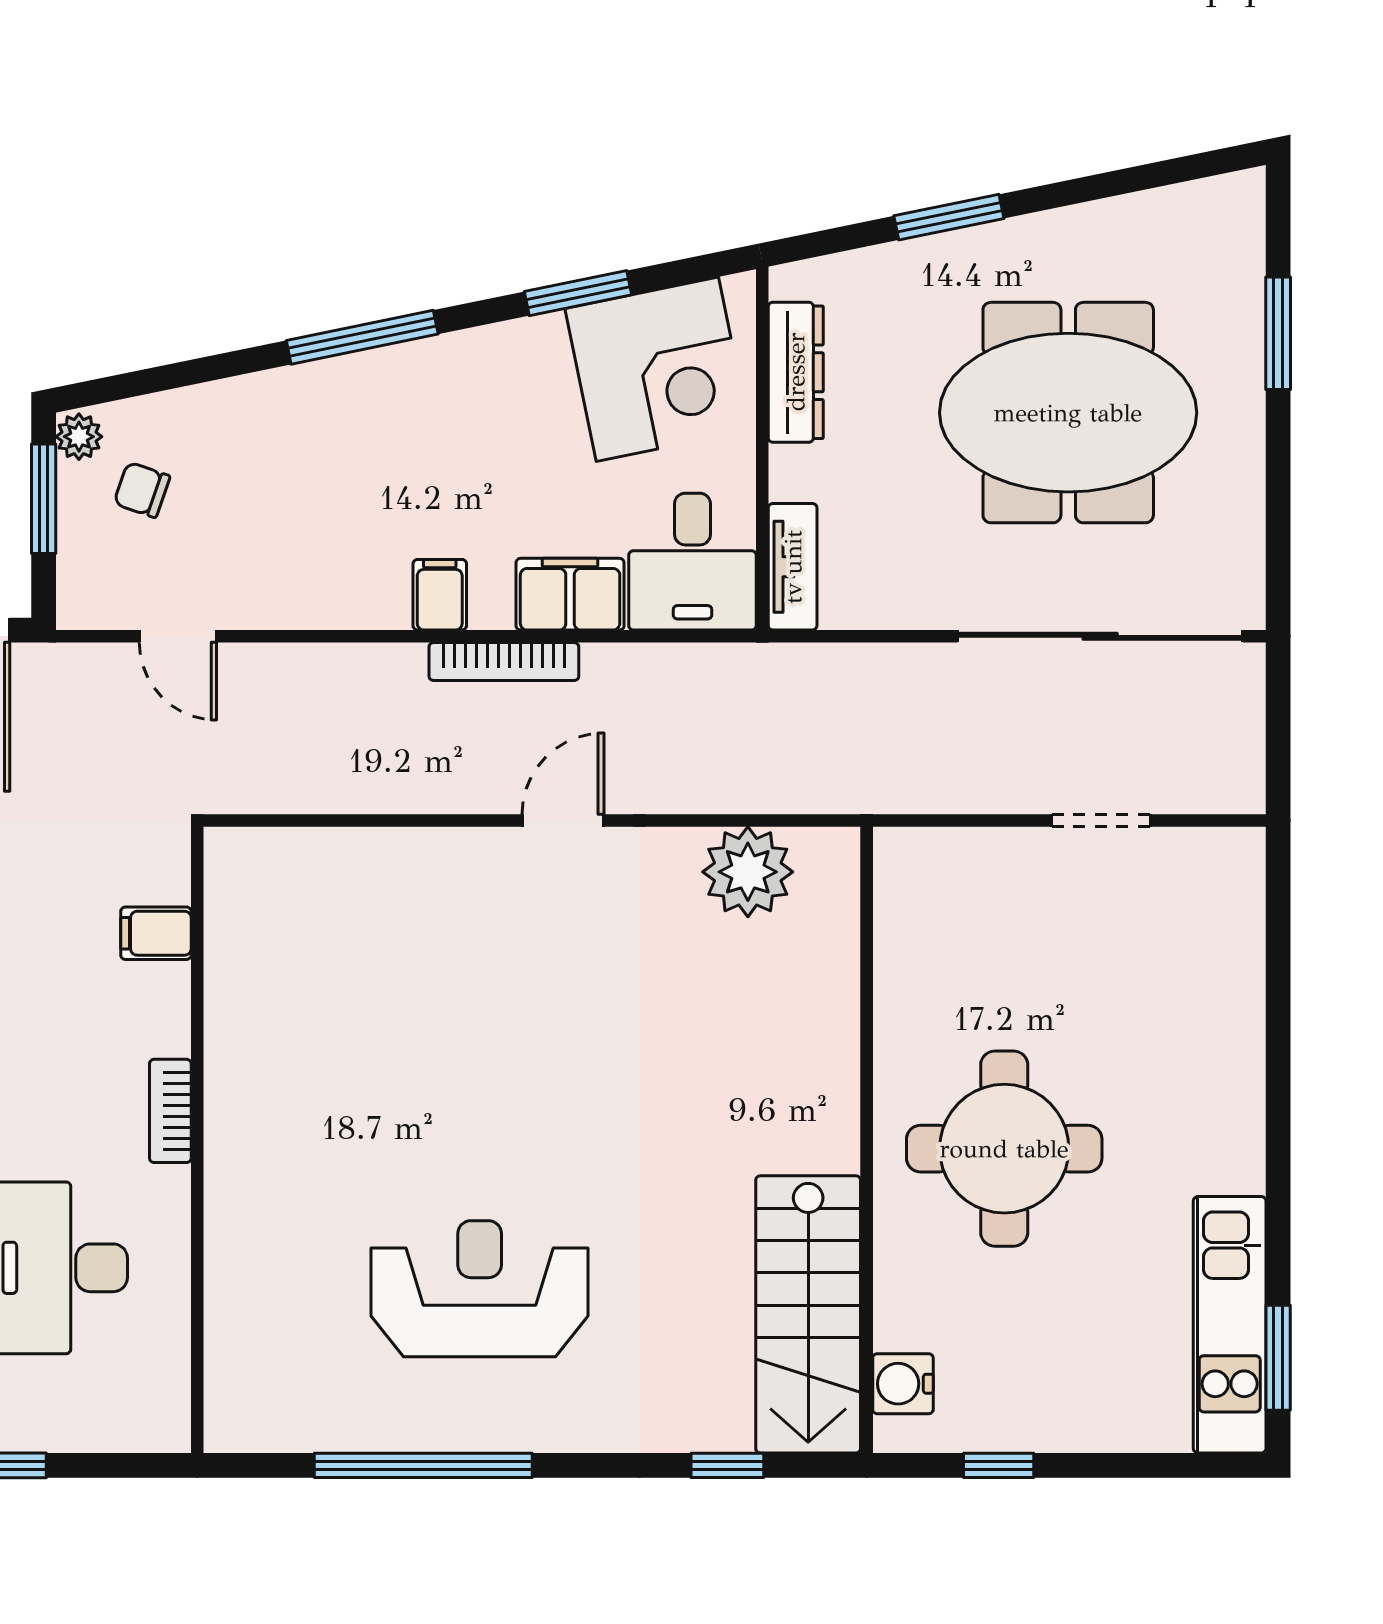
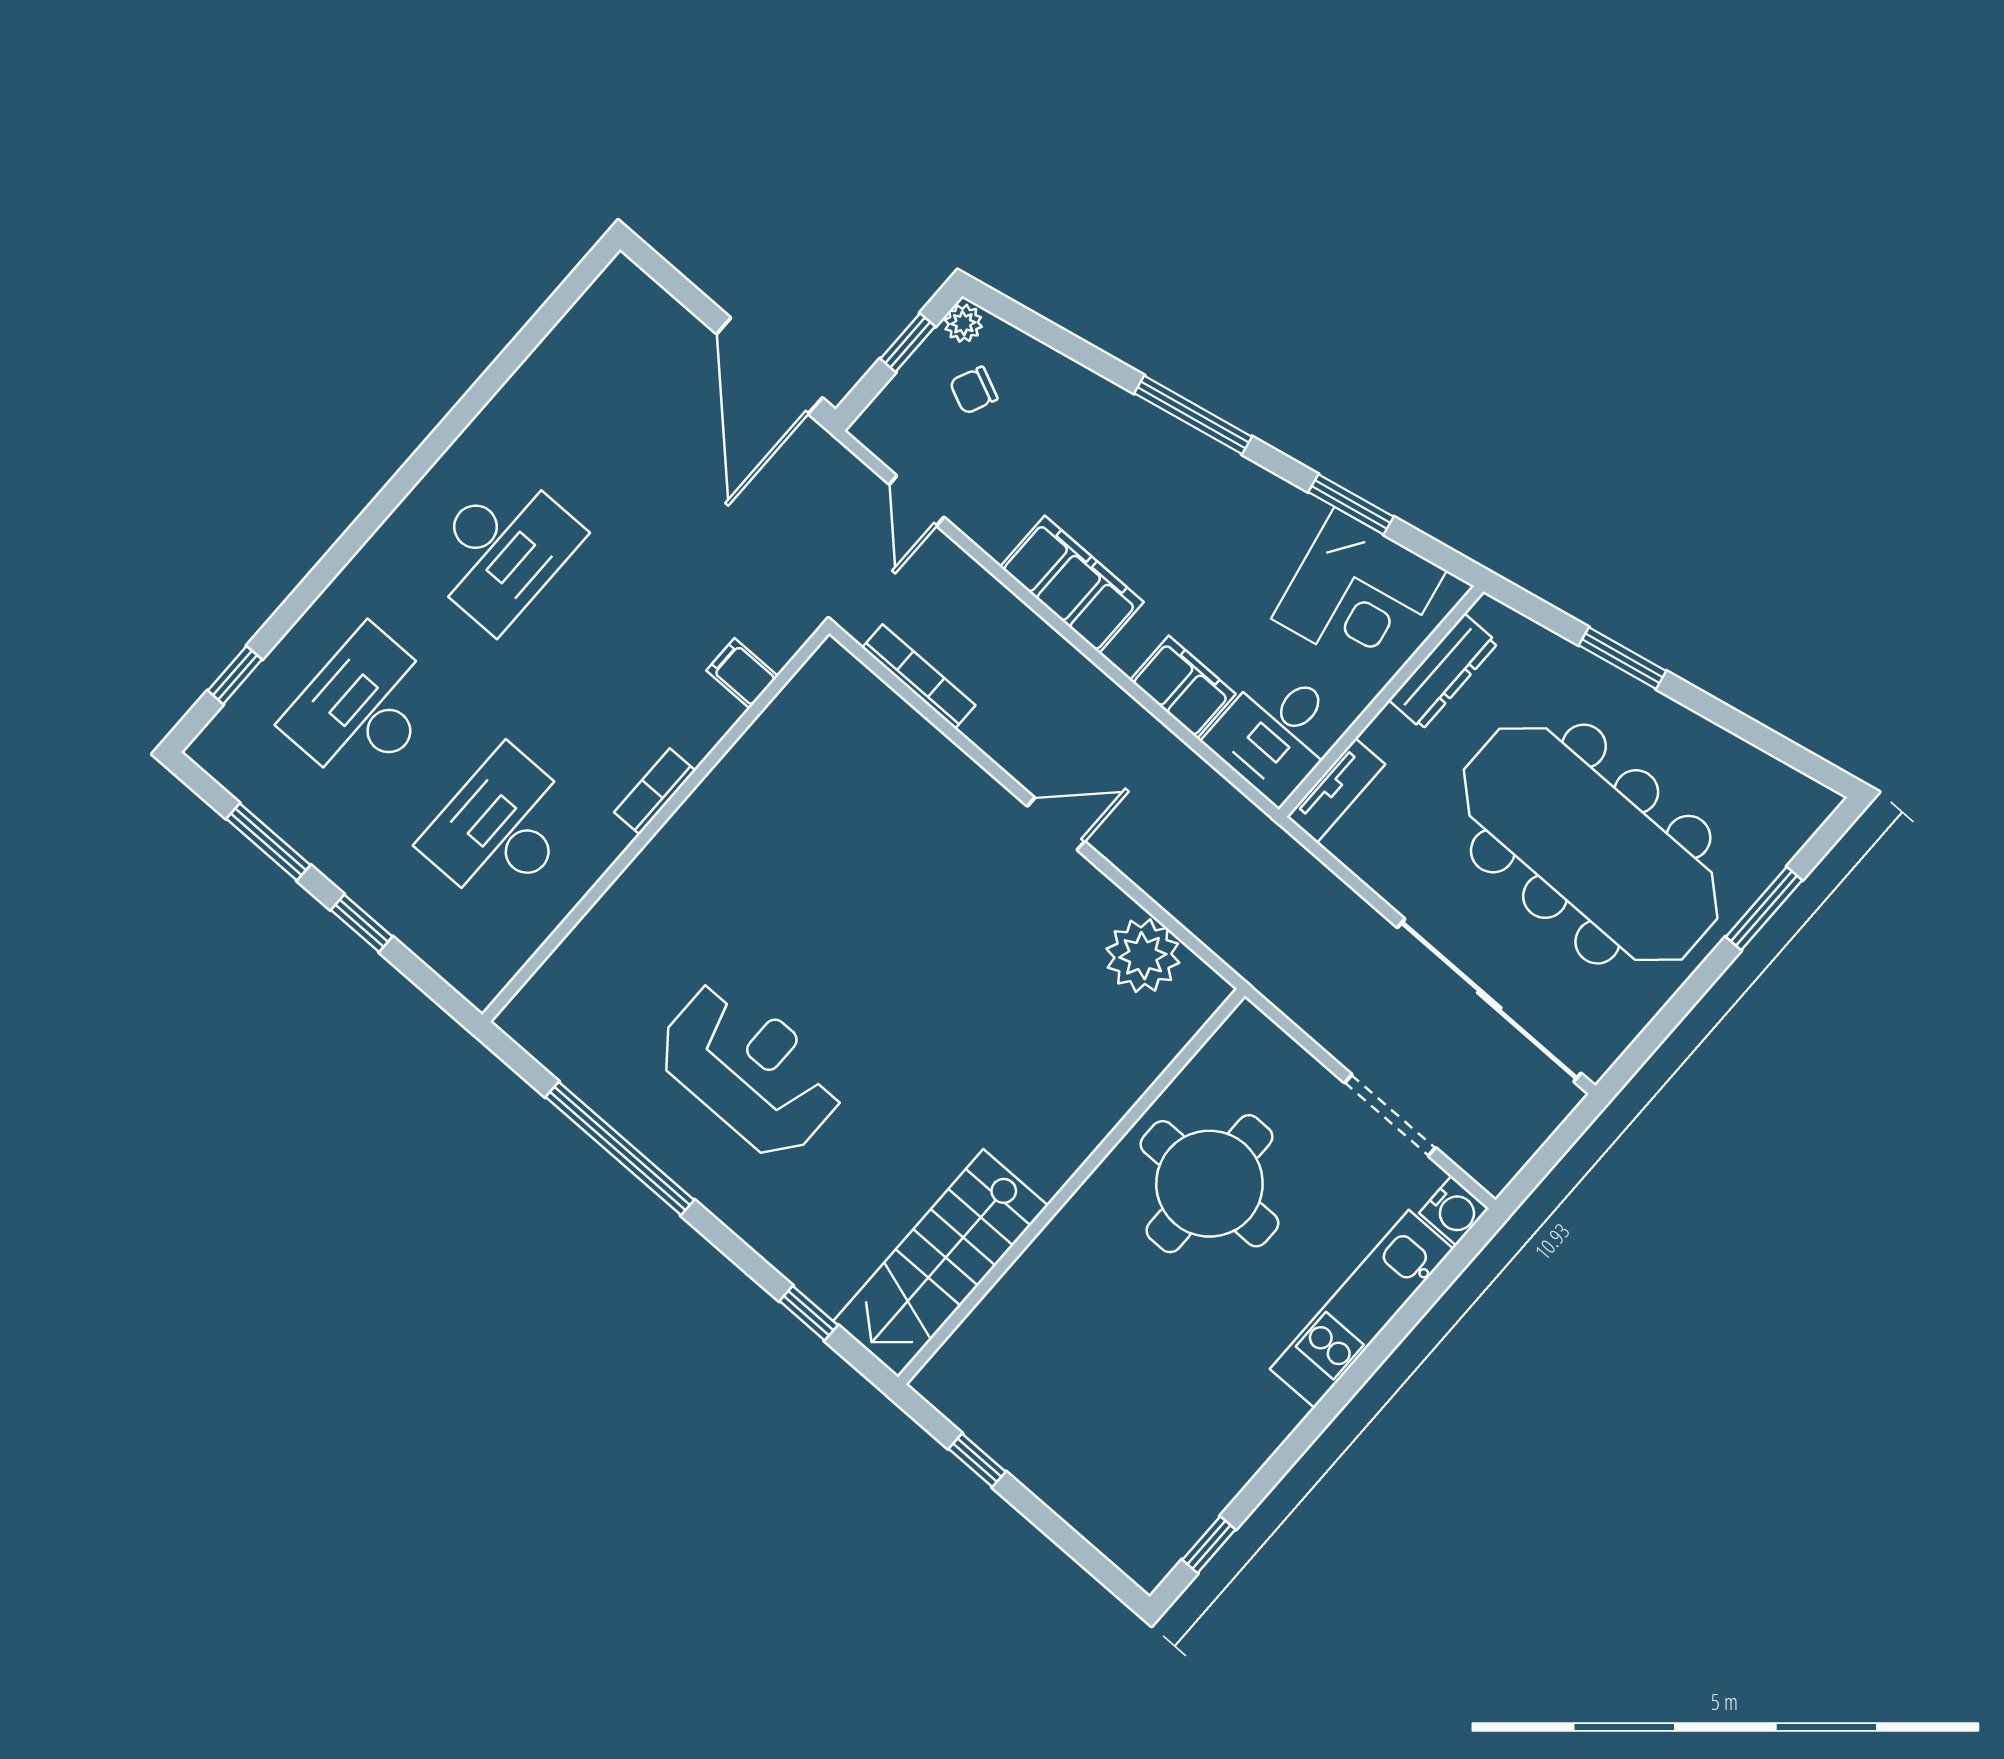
meeting table: (1068, 413) -> (1591, 844), width x1.36
chair: (142, 490) -> (974, 390), turned -85
window: (44, 499) -> (908, 343), width x0.67
filing cabinet: (440, 595) -> (1072, 584), width x3.00, depth x1.17
bookcase: (504, 662) -> (919, 676), moved, turned 180
doorway: (1101, 821) -> (1390, 1115), width x1.38
round table: (1004, 1149) -> (1209, 1184), moved
kitchen unit: (1230, 1325) -> (1362, 1309), moved
window: (1278, 1358) -> (1209, 1545), width x0.67
water cooler: (903, 1384) -> (1454, 1211), moved, turned 180

